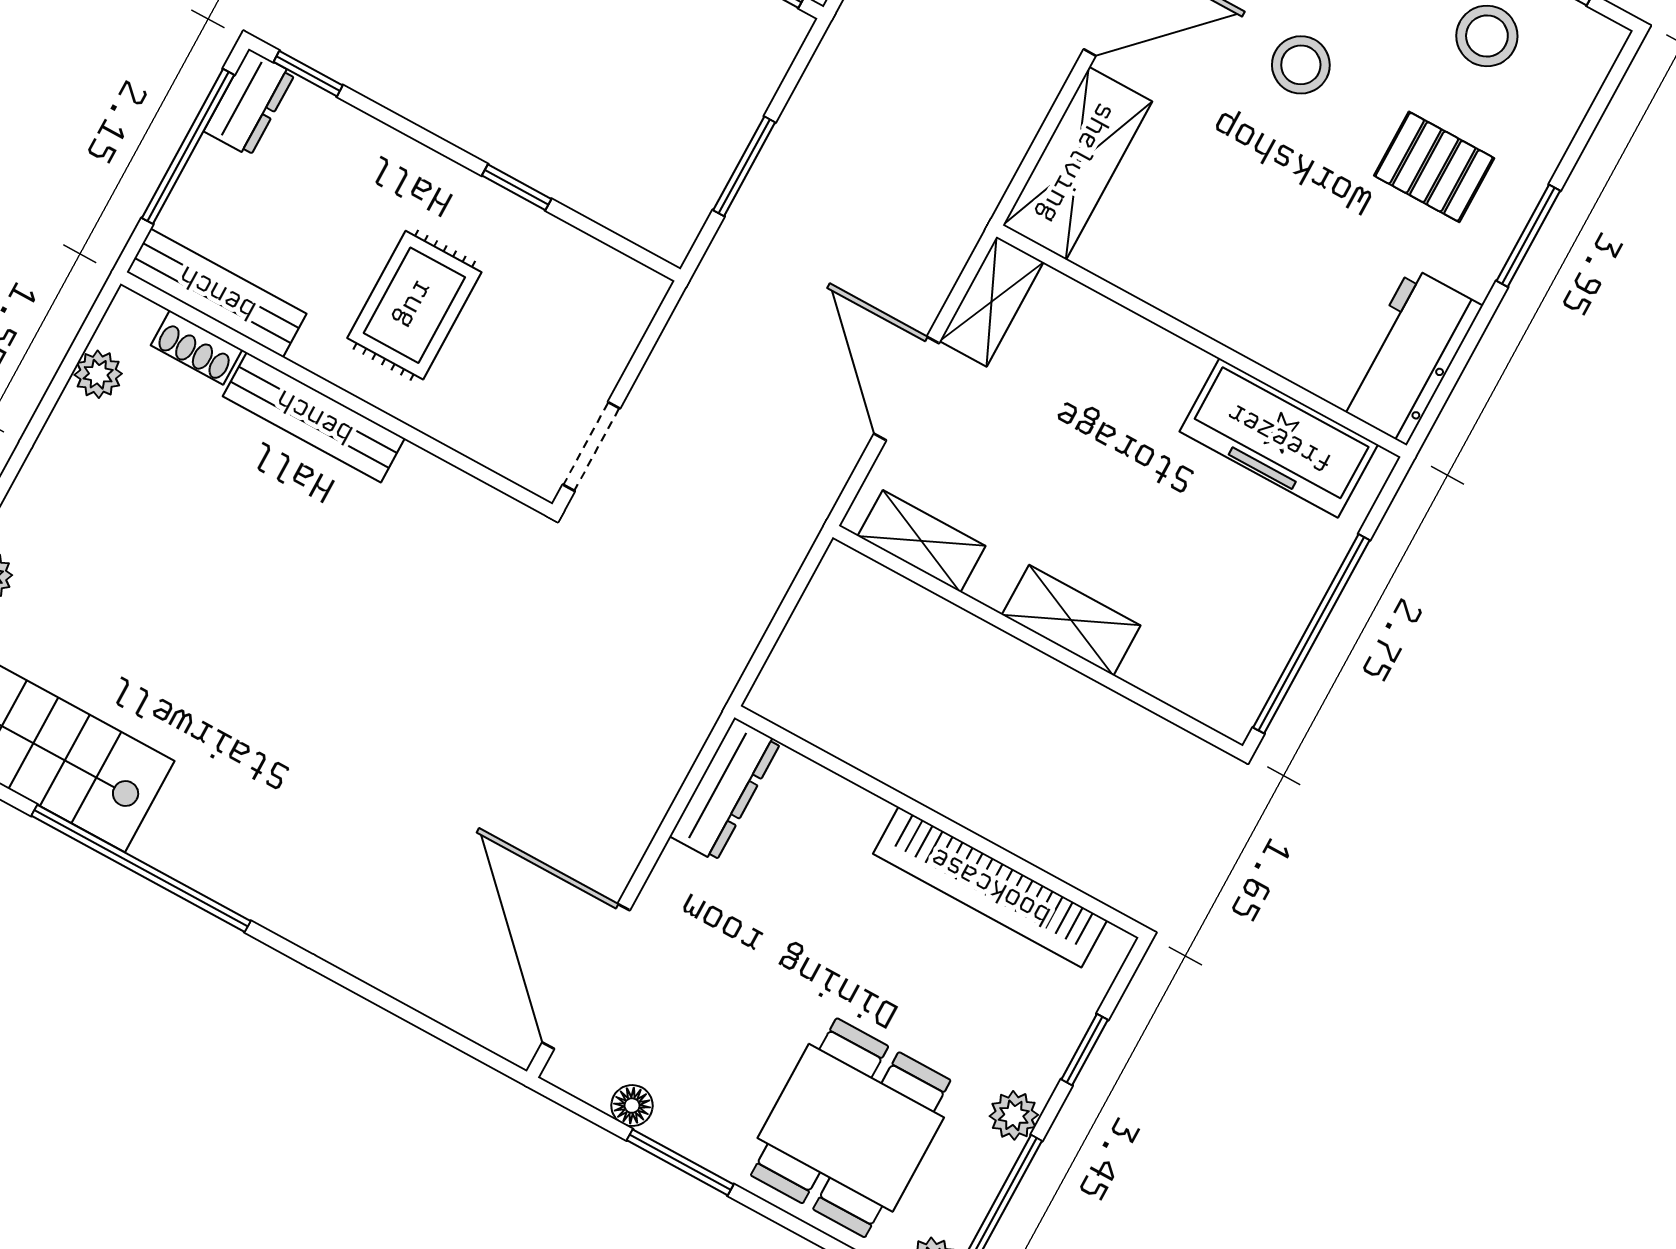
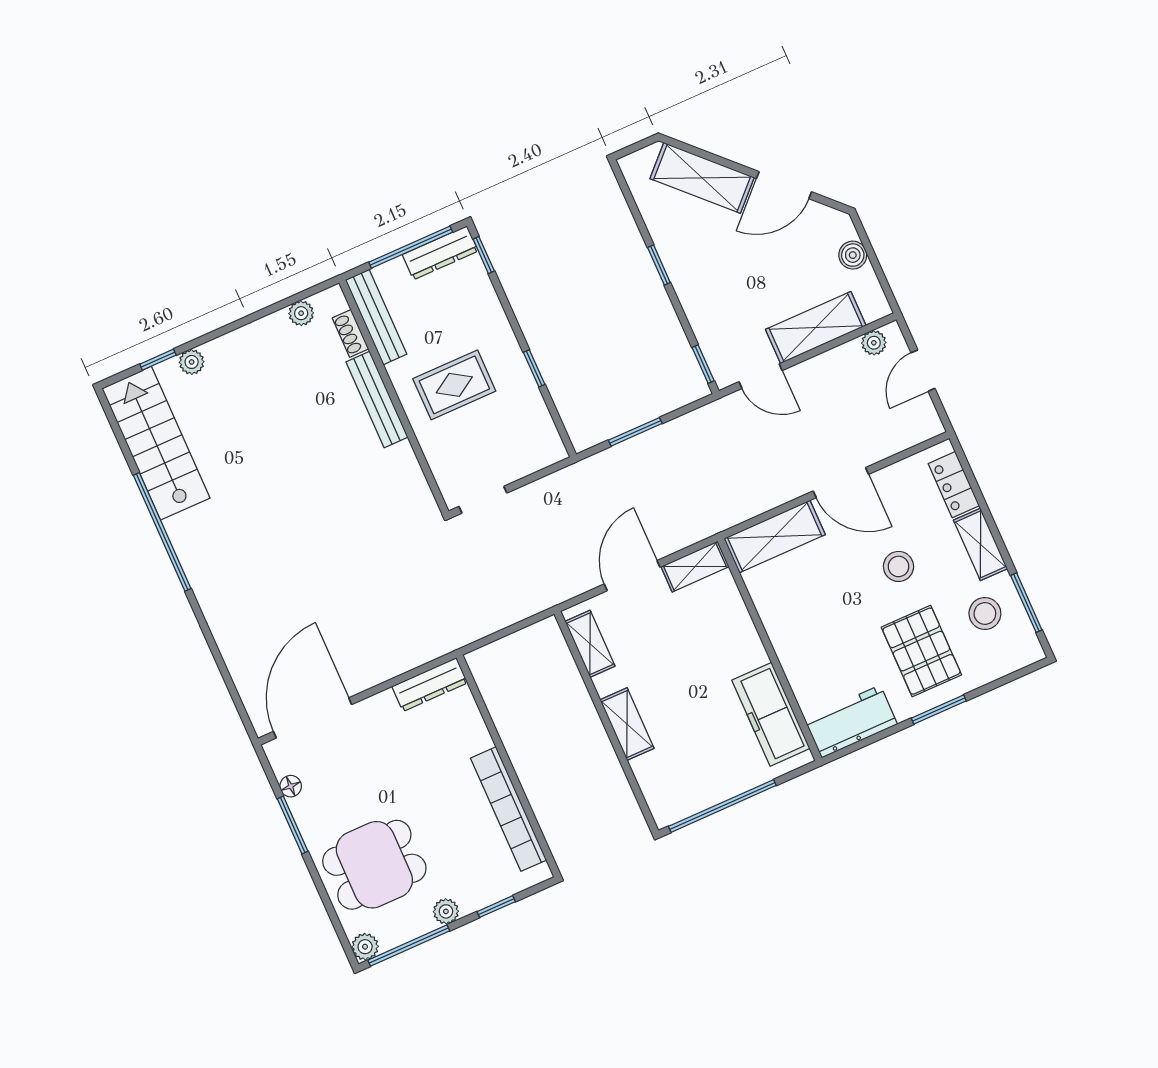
dresser: (249, 103) -> (440, 253), width x1.44
pallet: (1434, 167) -> (921, 651), width x1.50, depth x1.42

